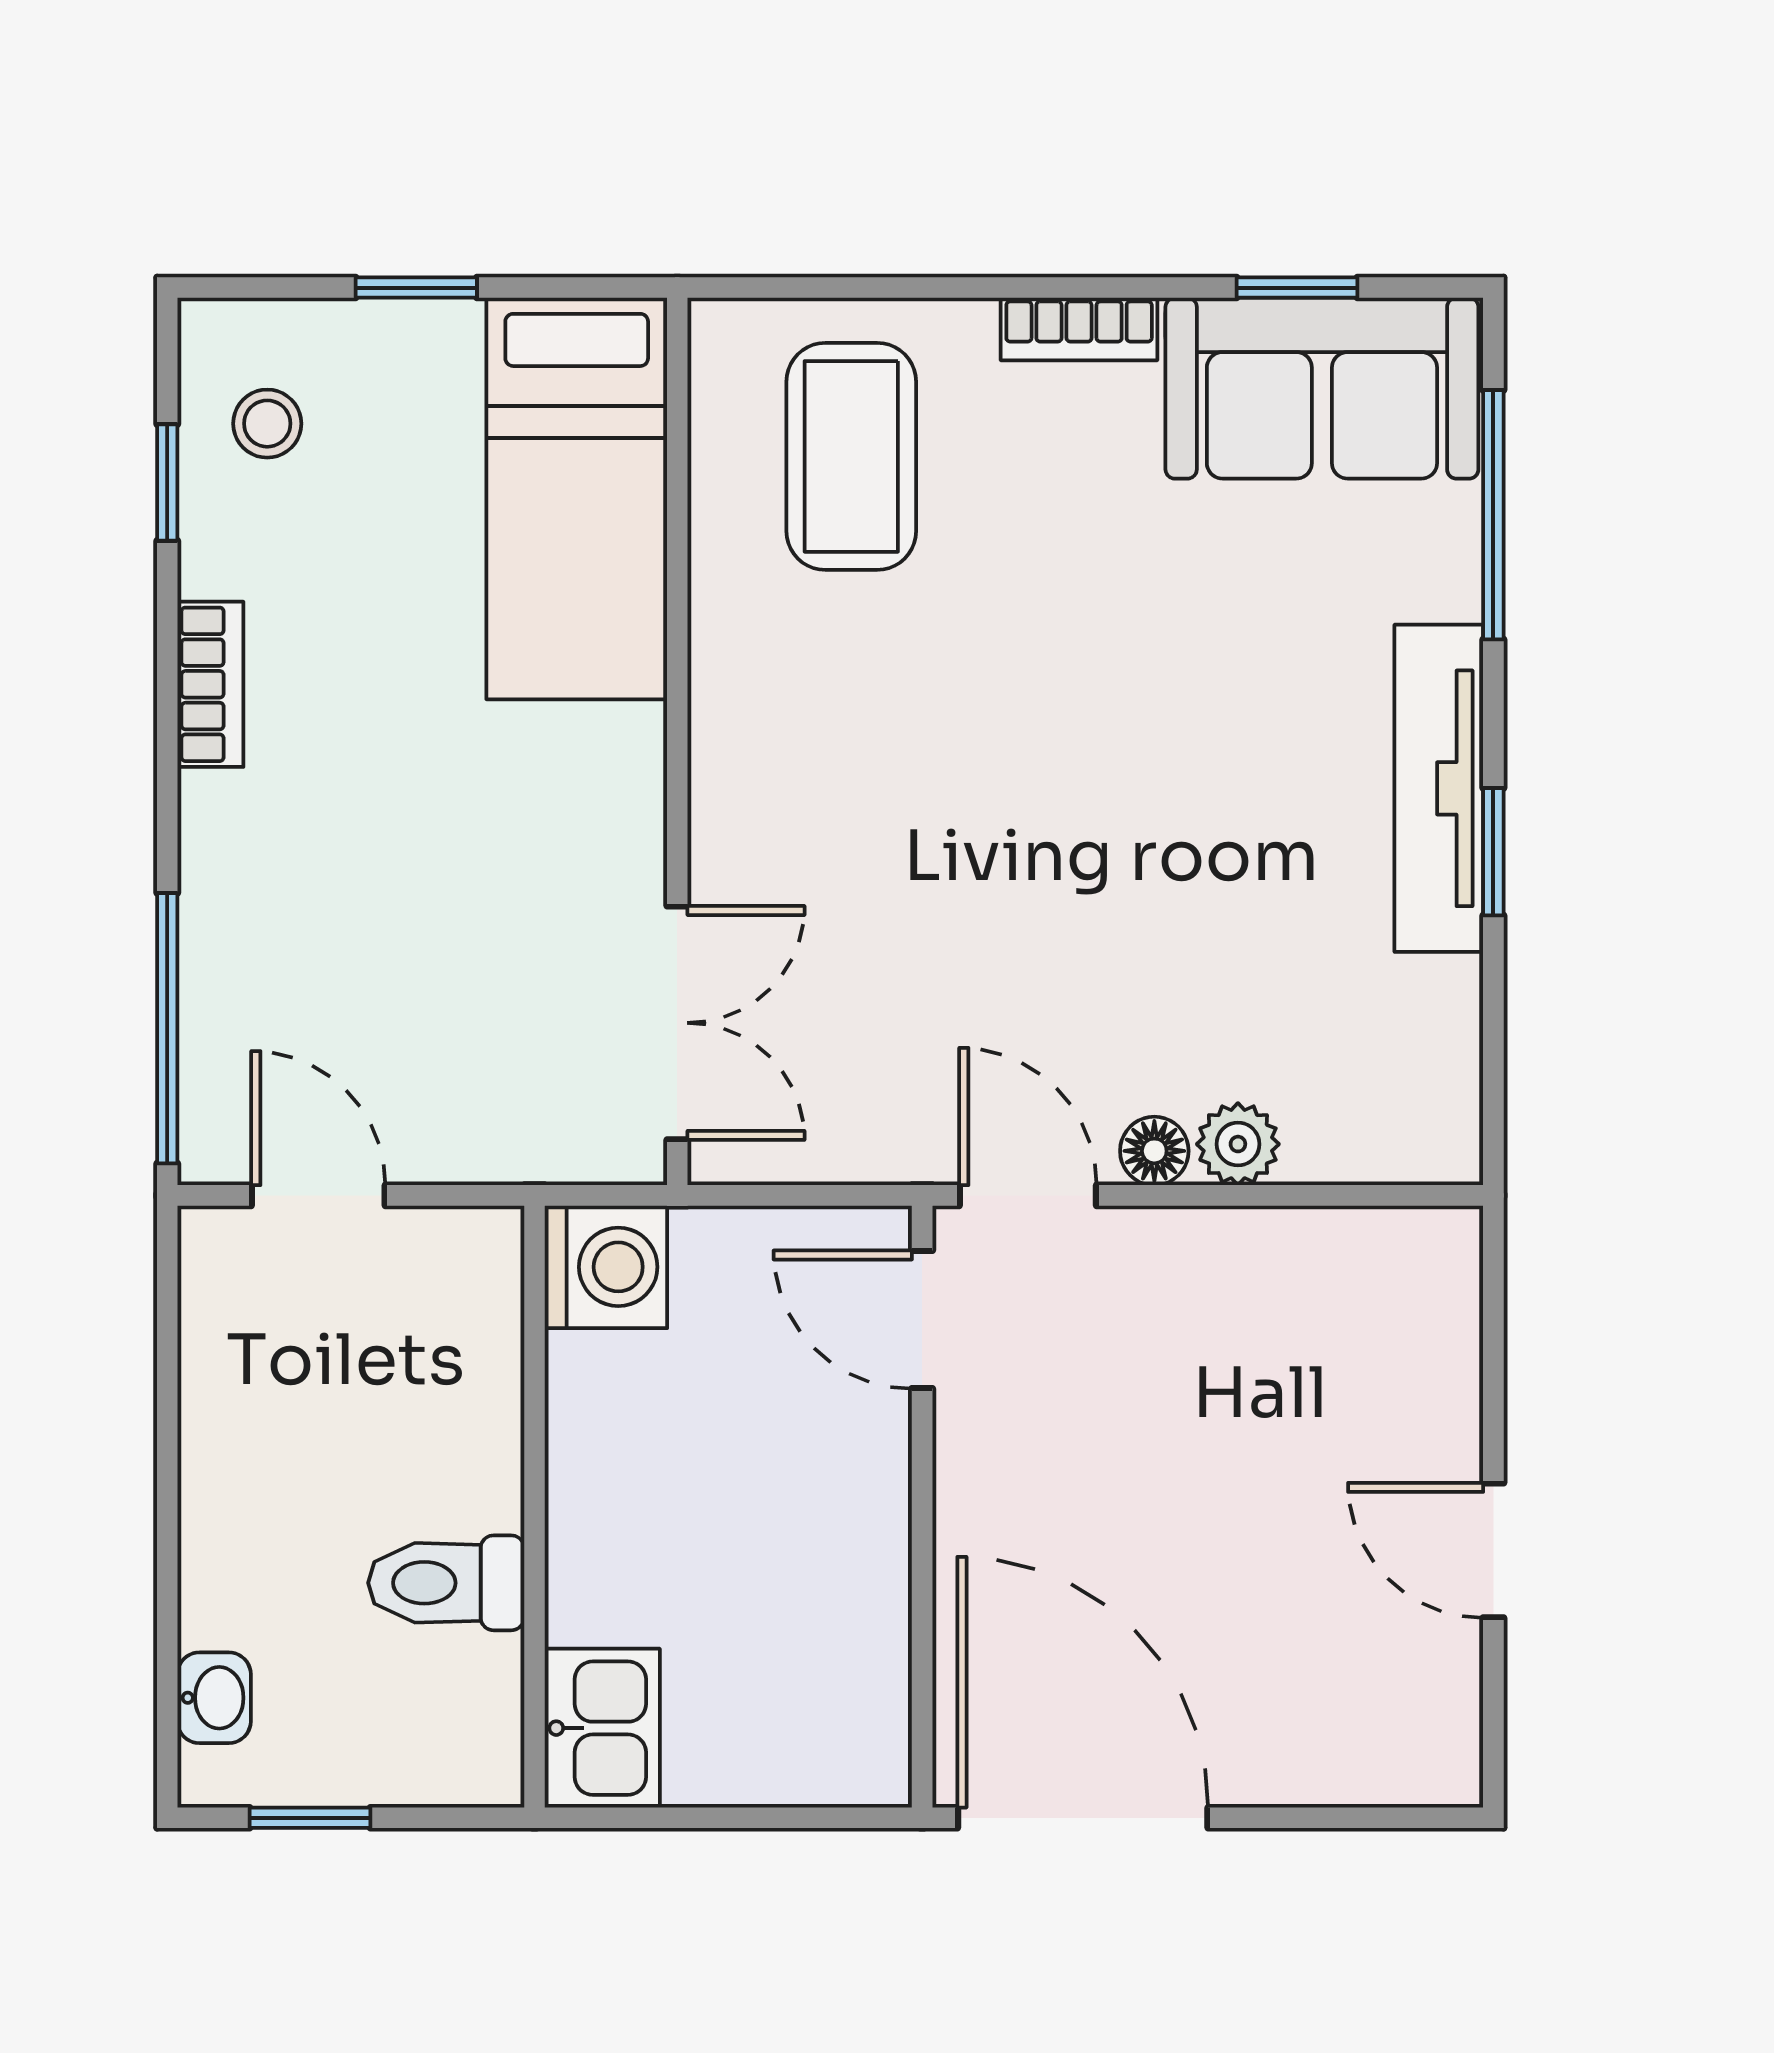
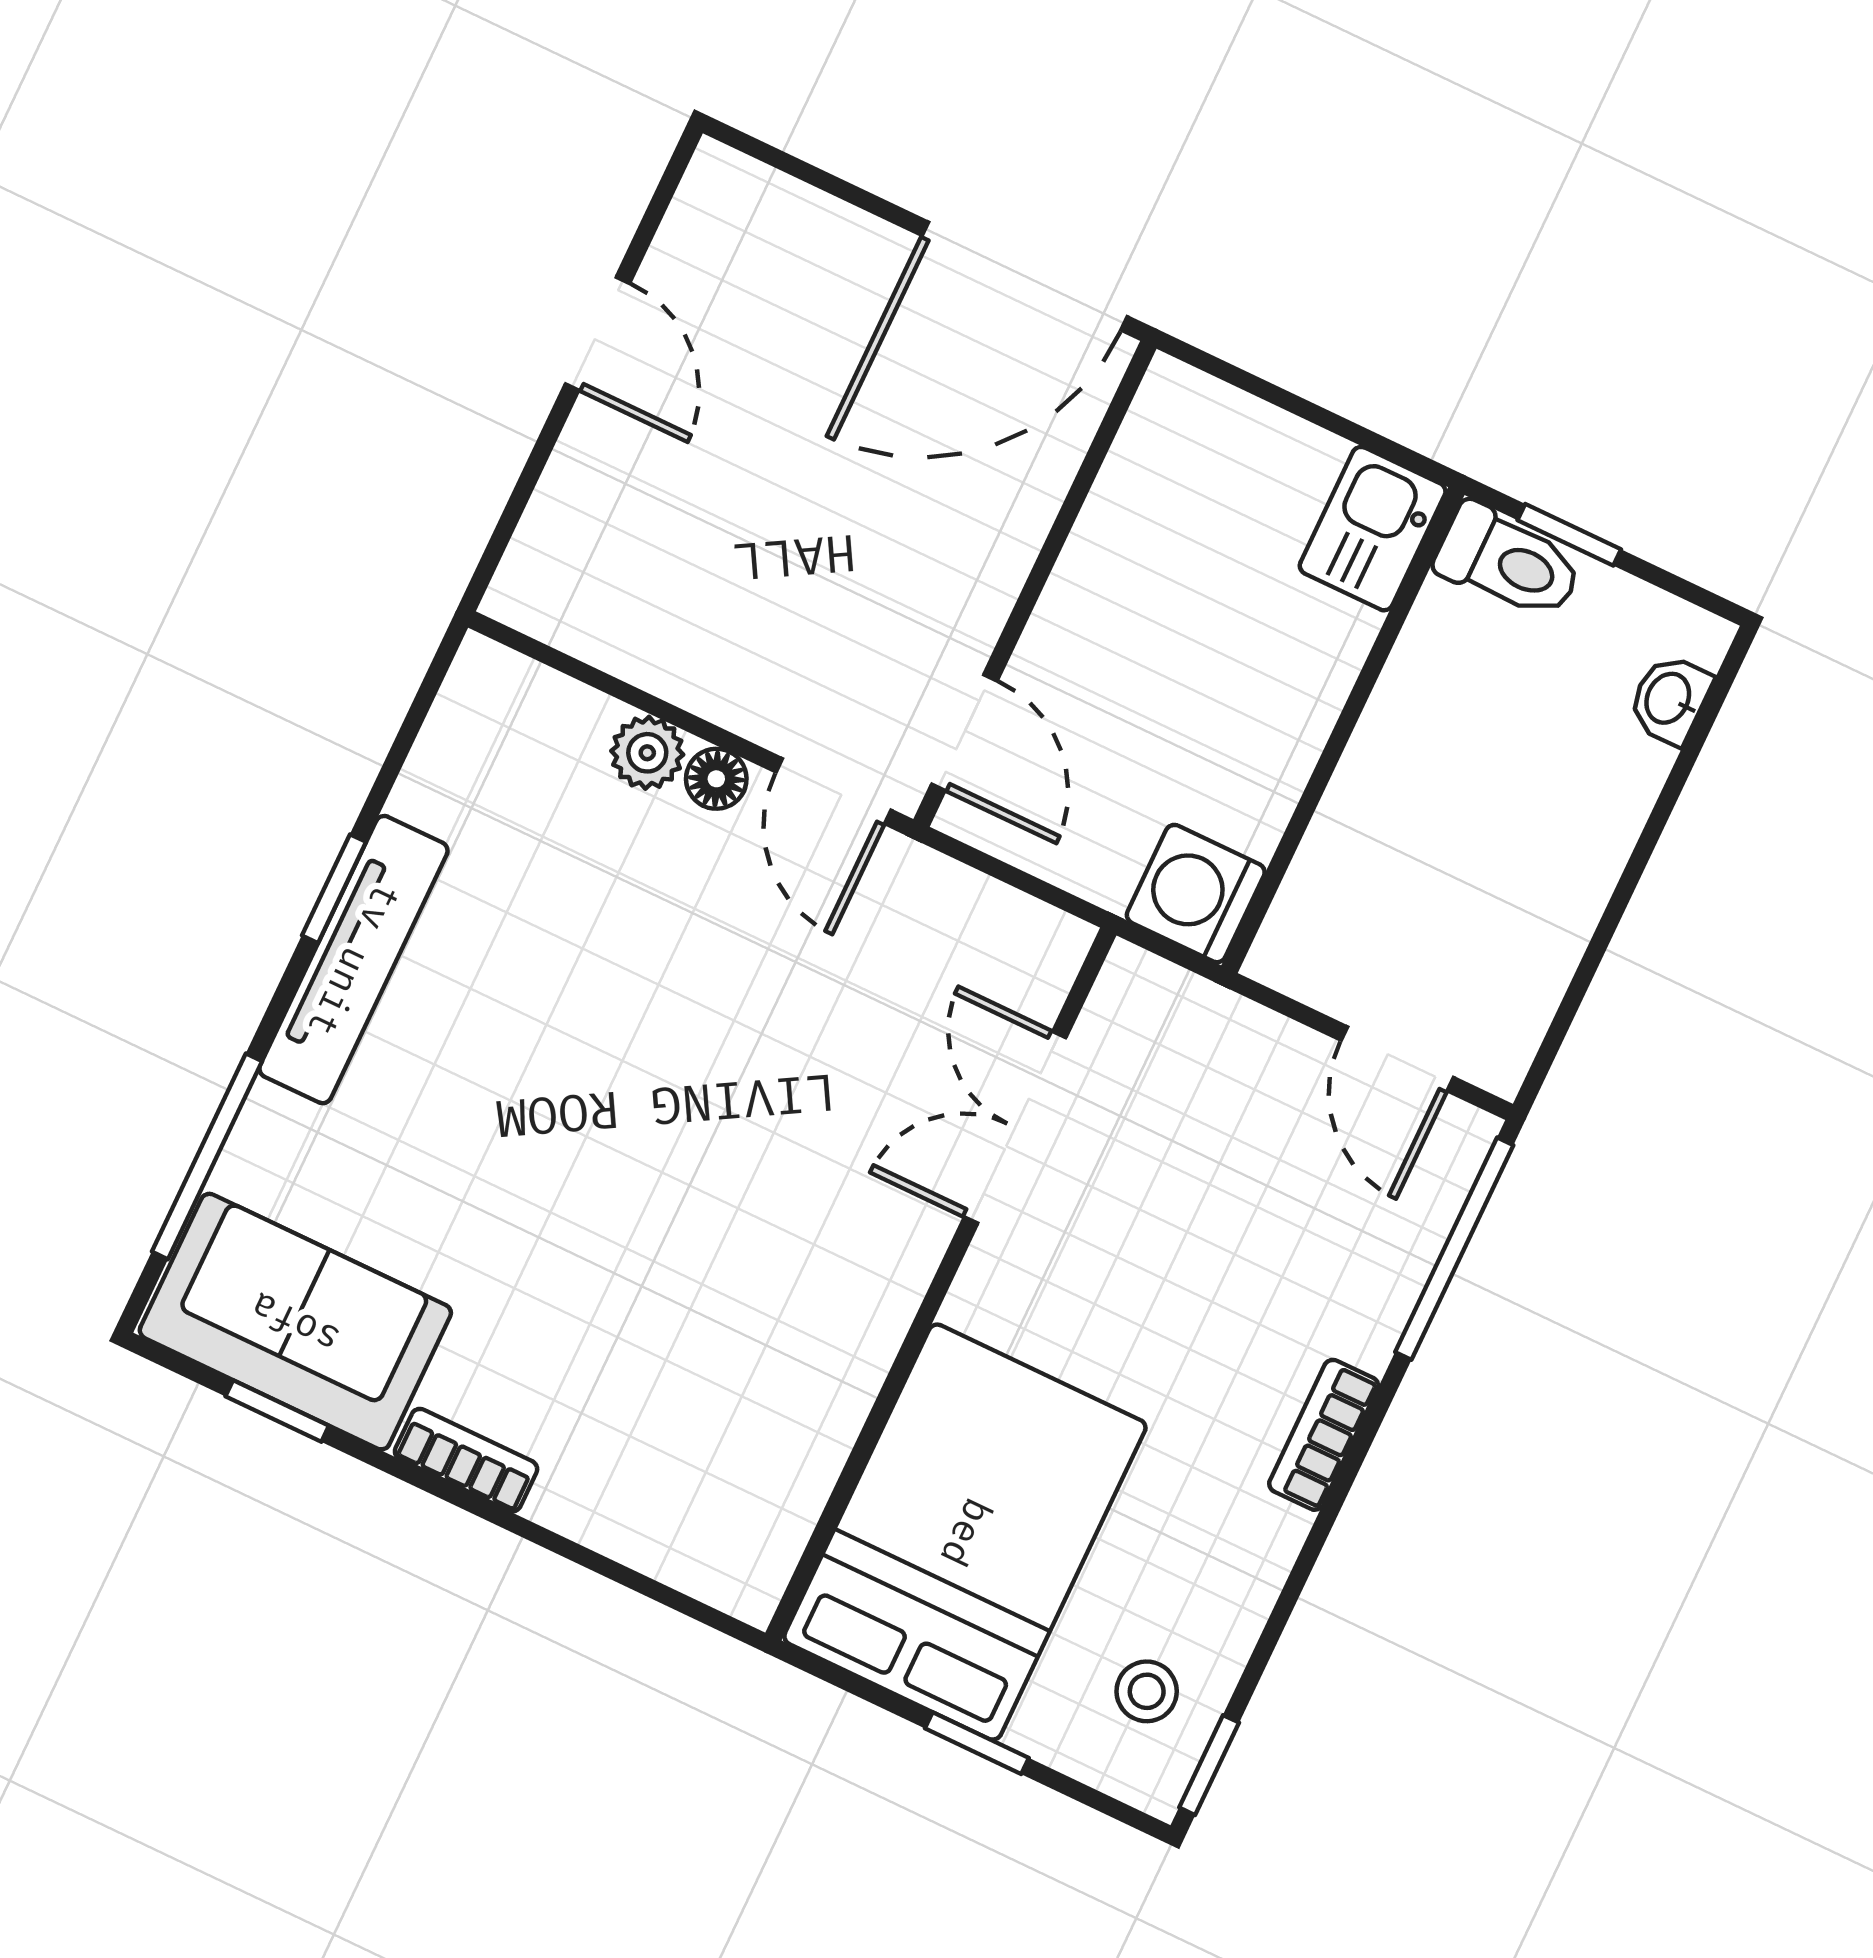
coffee table: (851, 456) -> (695, 1445), removed
window: (167, 482) -> (1209, 1765), moved
bed: (577, 499) -> (965, 1532), width x1.50
bookcase: (210, 684) -> (1324, 1435), moved
double door: (677, 1023) -> (1015, 1127), moved
toilet: (446, 1583) -> (1509, 562), moved
window: (310, 1818) -> (1569, 535), moved
door: (1083, 1818) -> (1025, 276), hinge flipped

